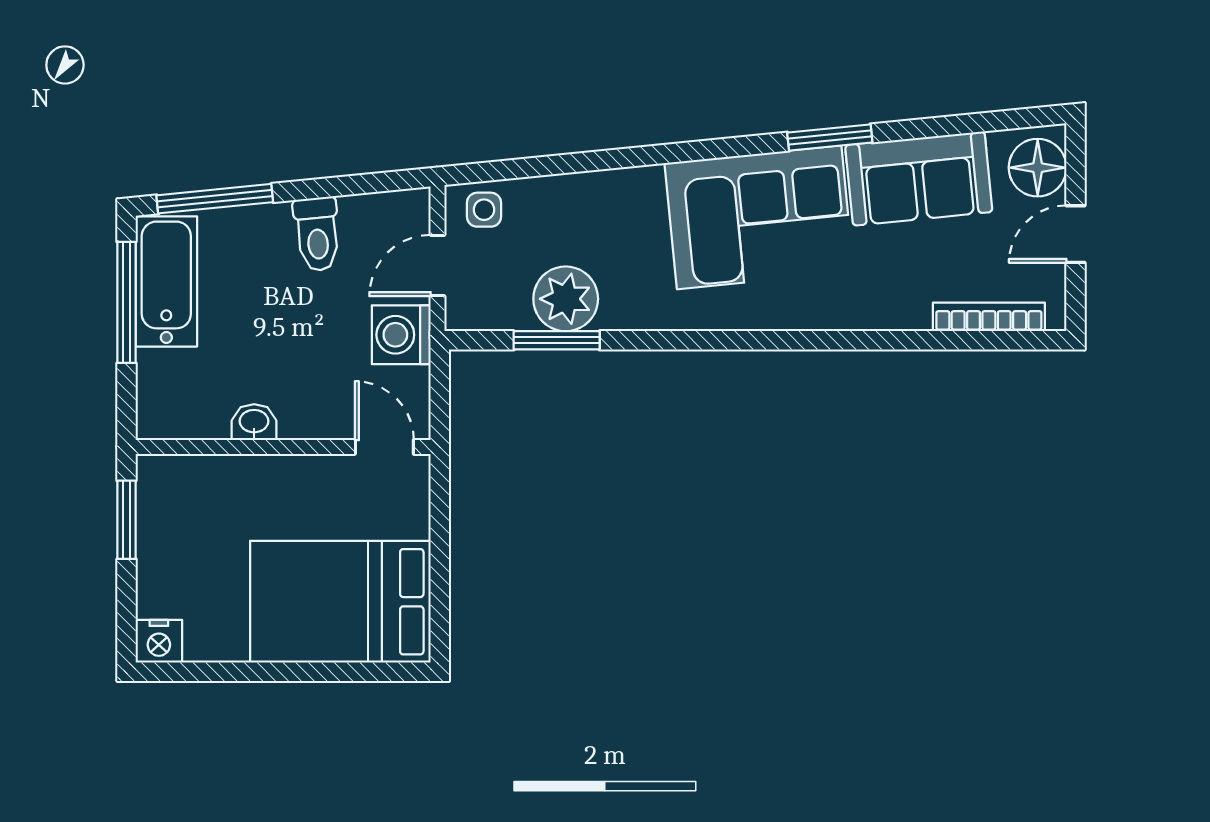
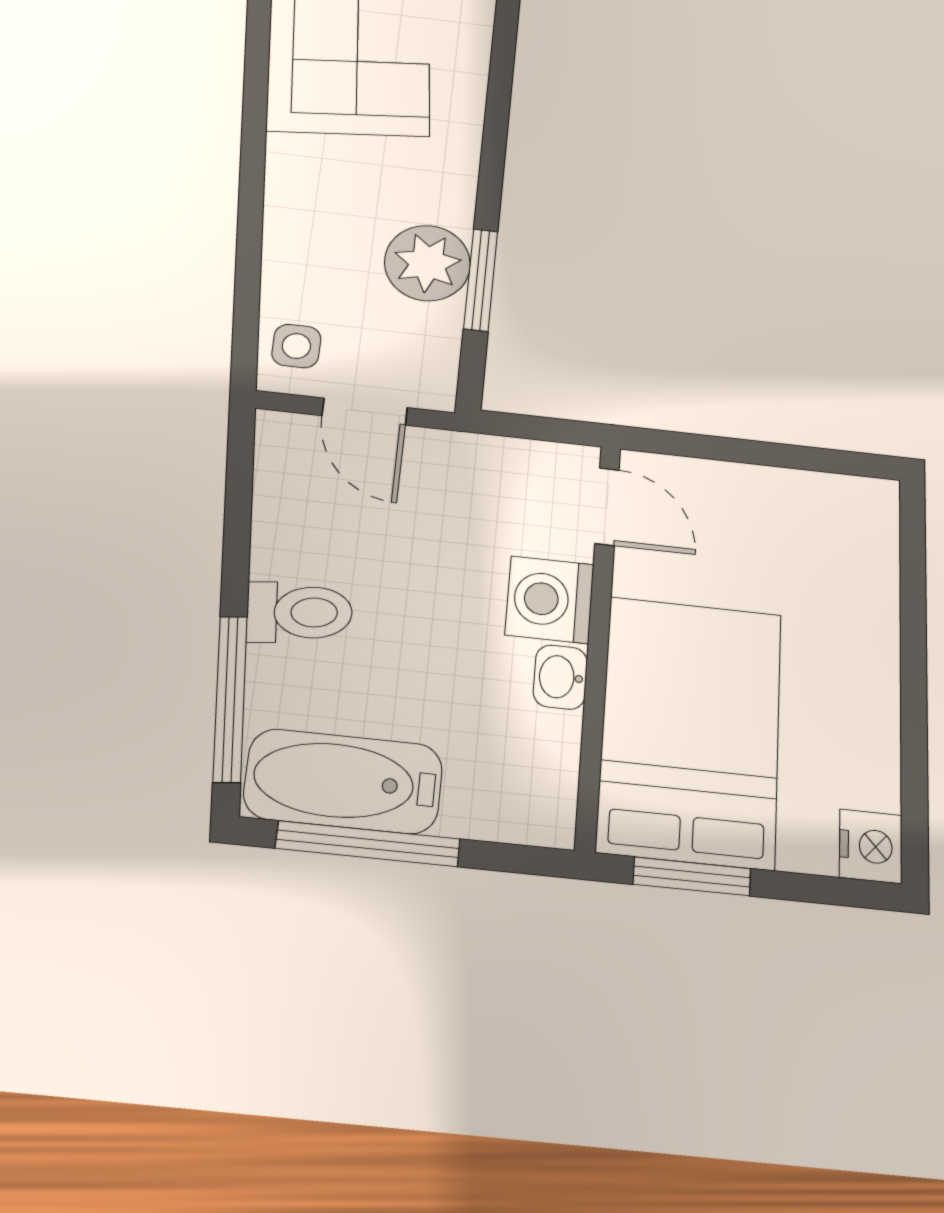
toilet: (317, 234) -> (300, 612), moved
washing machine: (401, 335) -> (550, 600), moved, turned 90
door: (384, 447) -> (607, 507), swing flipped
bed: (340, 602) -> (691, 730), moved, turned 180

